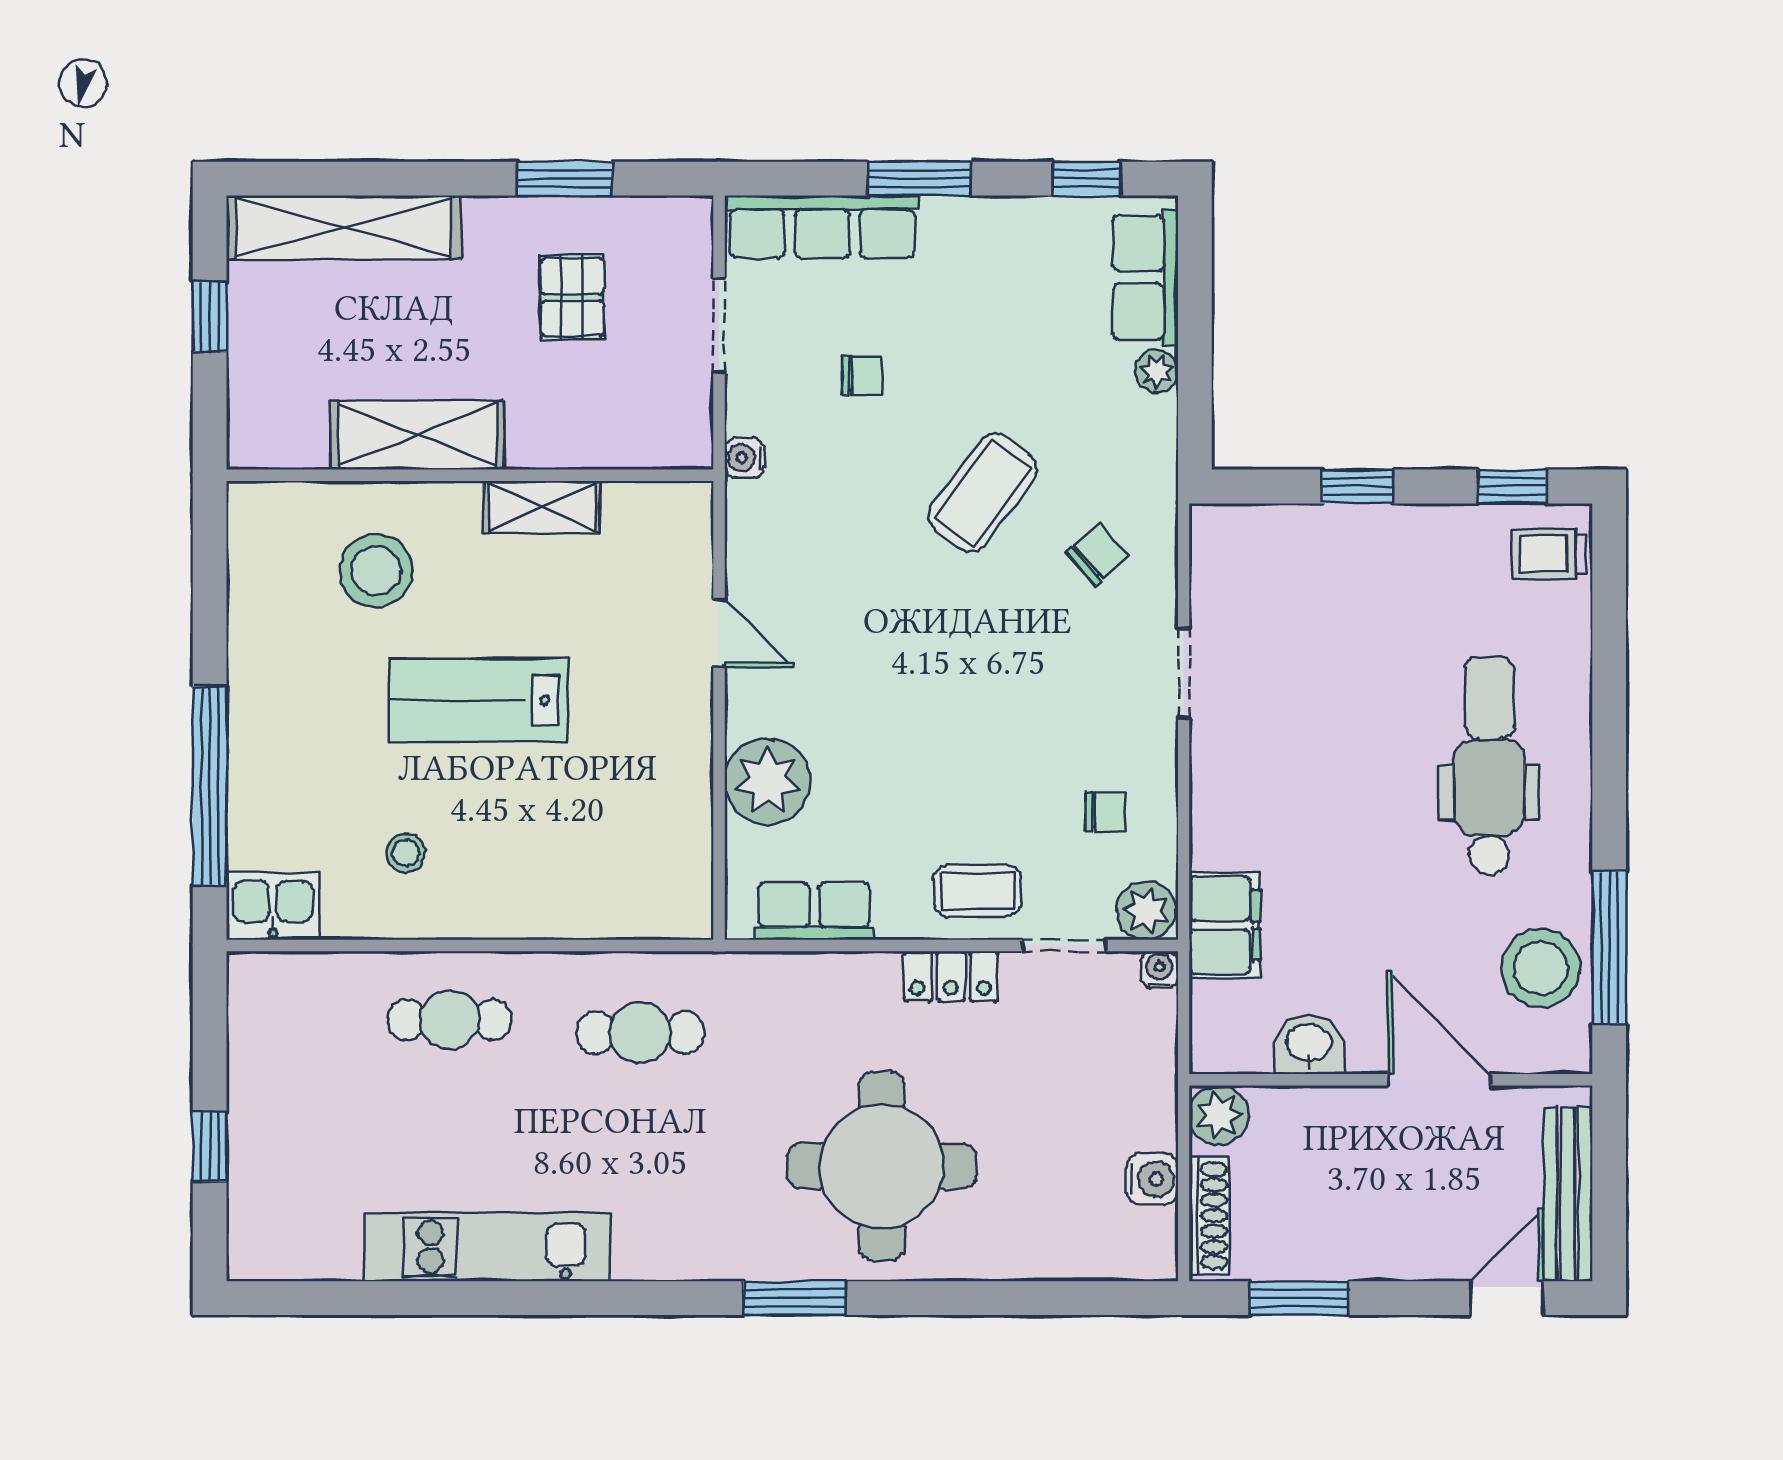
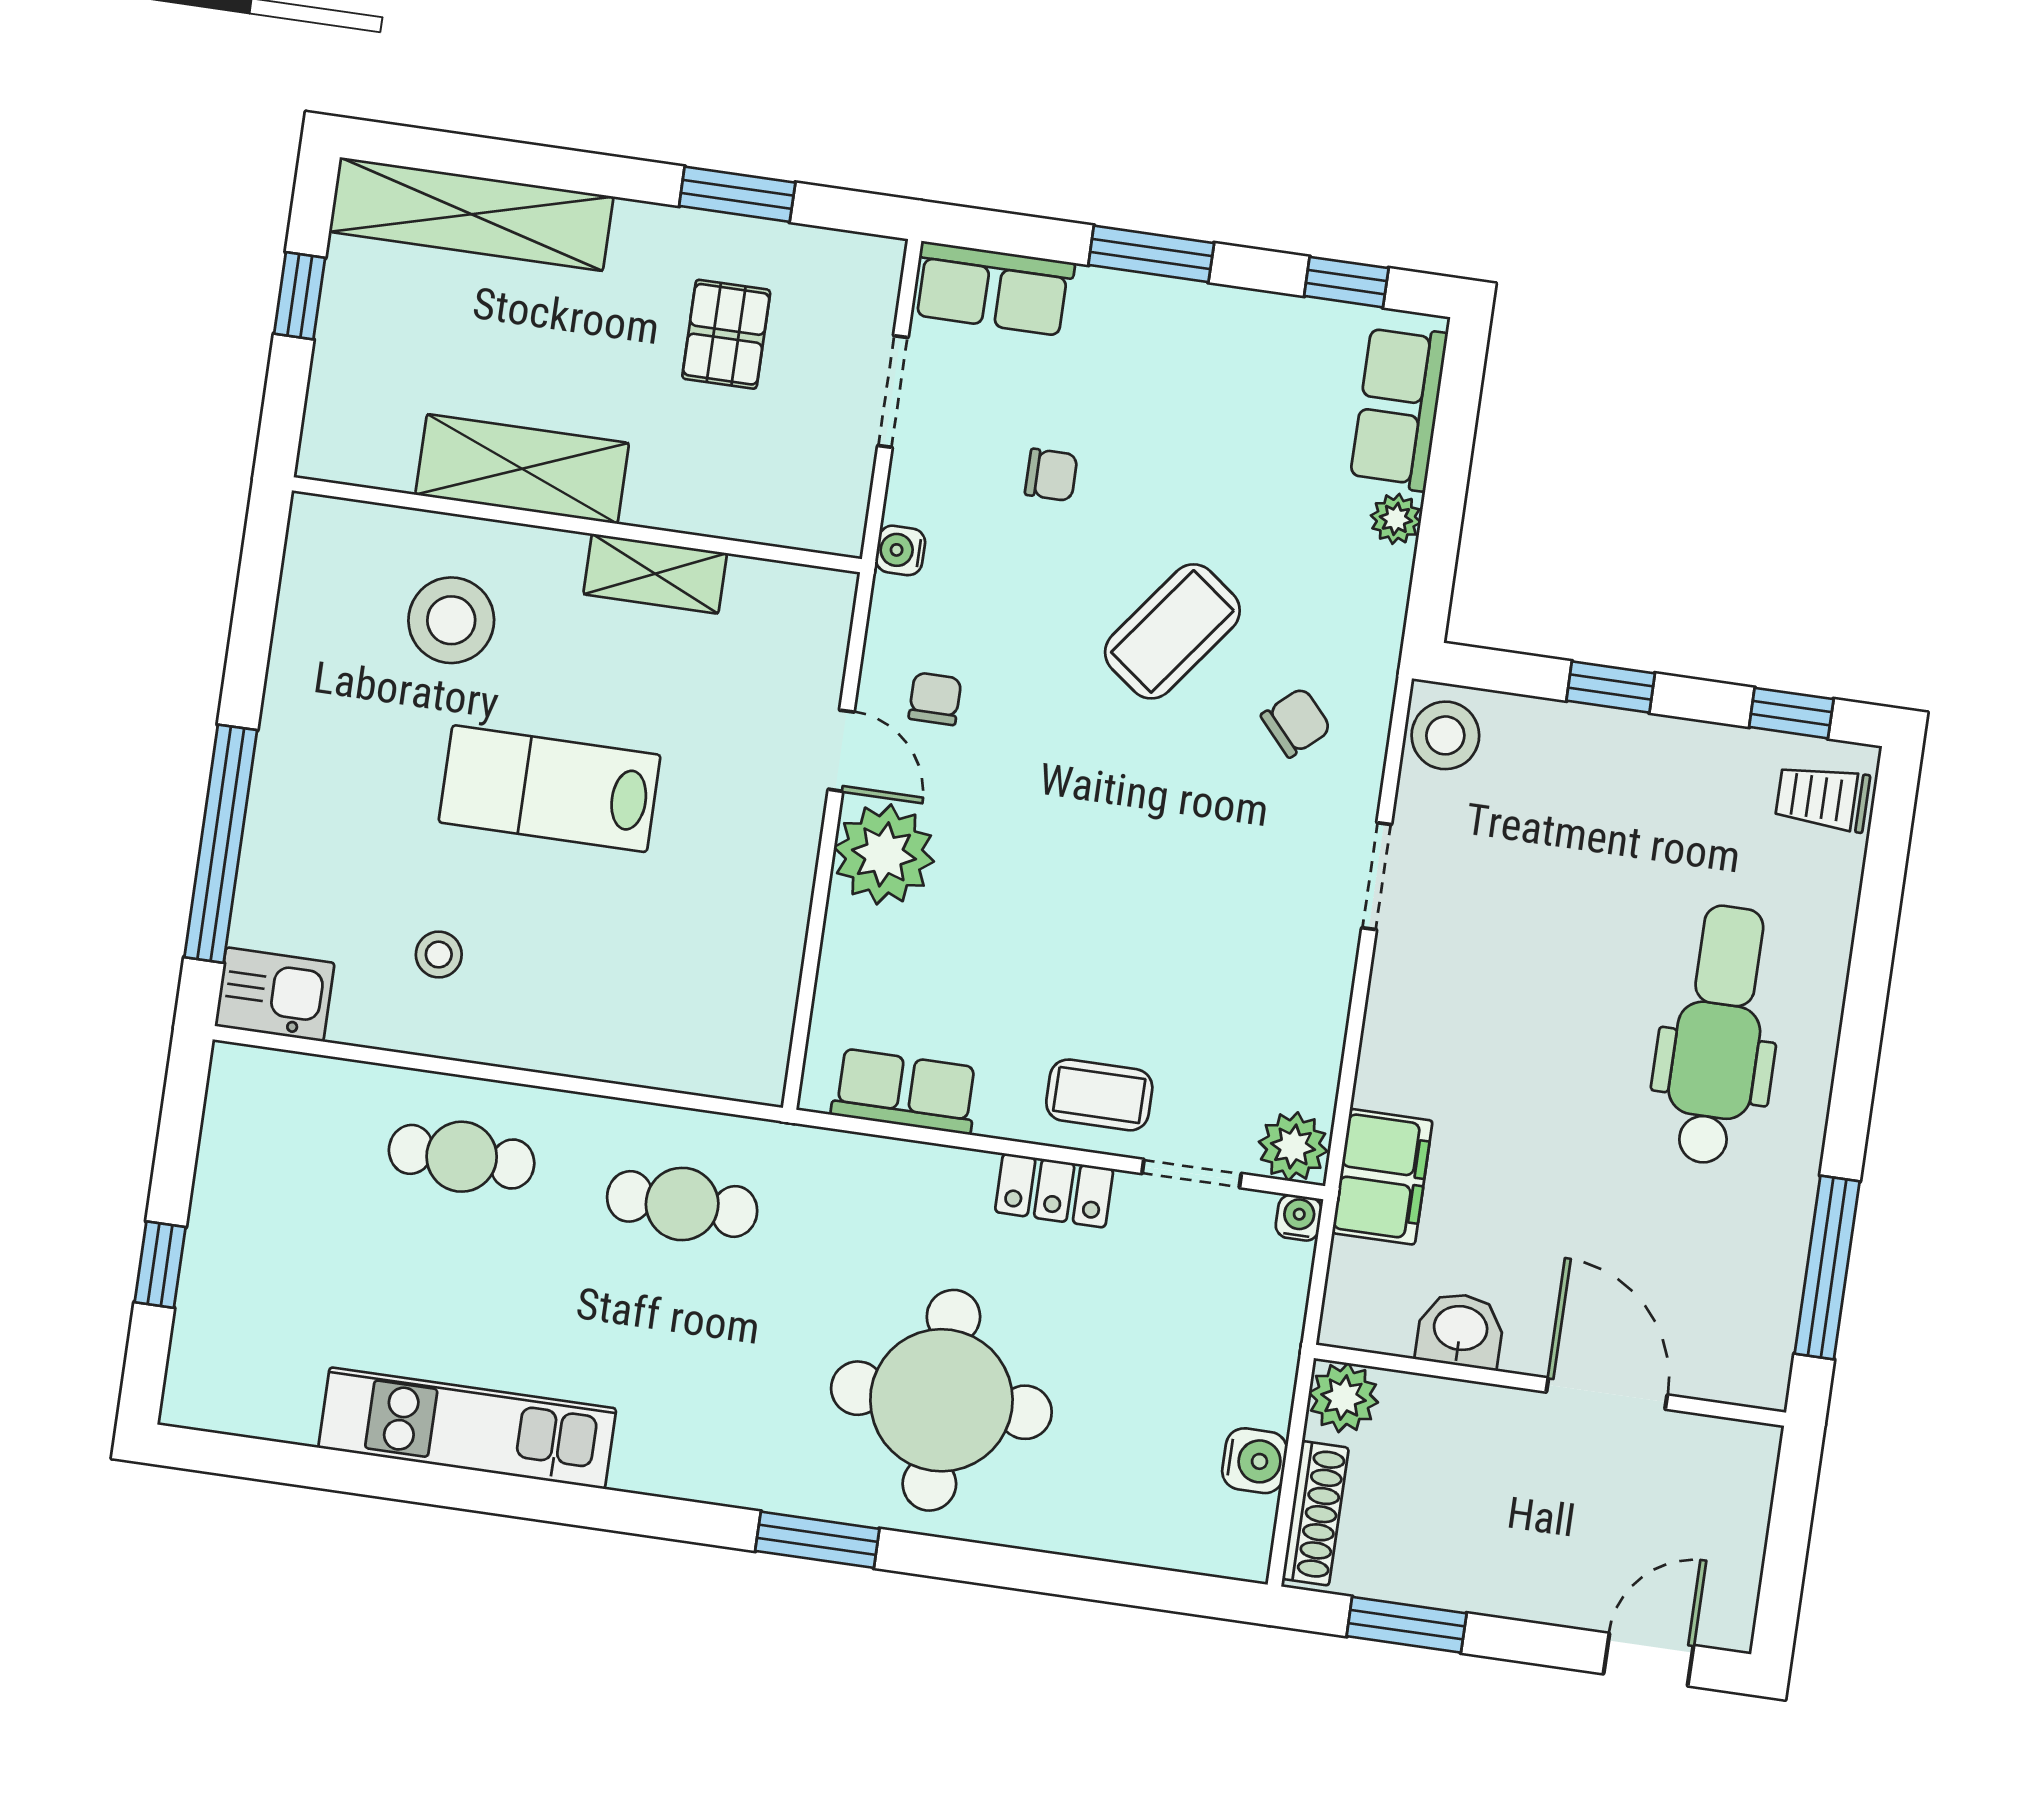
row of seats: (822, 227) -> (993, 289), width x0.68
plant: (768, 781) -> (884, 854), moved
chair: (1106, 812) -> (935, 699), moved, turned -90
stool: (1541, 968) -> (1445, 735), moved, width x0.73, depth x0.73
bench: (1568, 1194) -> (1738, 1548), removed

